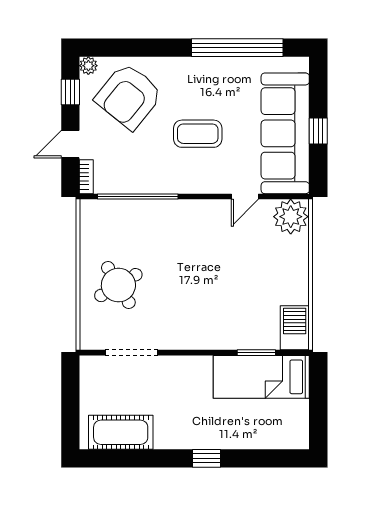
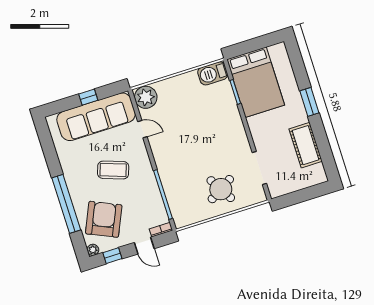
window: (237, 48) -> (66, 204), moved
armchair: (129, 96) -> (104, 219), turned -105
coffee table: (198, 134) -> (113, 170), turned -71
bed: (261, 377) -> (256, 82), width x1.50
cot: (121, 432) -> (306, 145), moved
window: (207, 458) -> (309, 102), width x1.50

